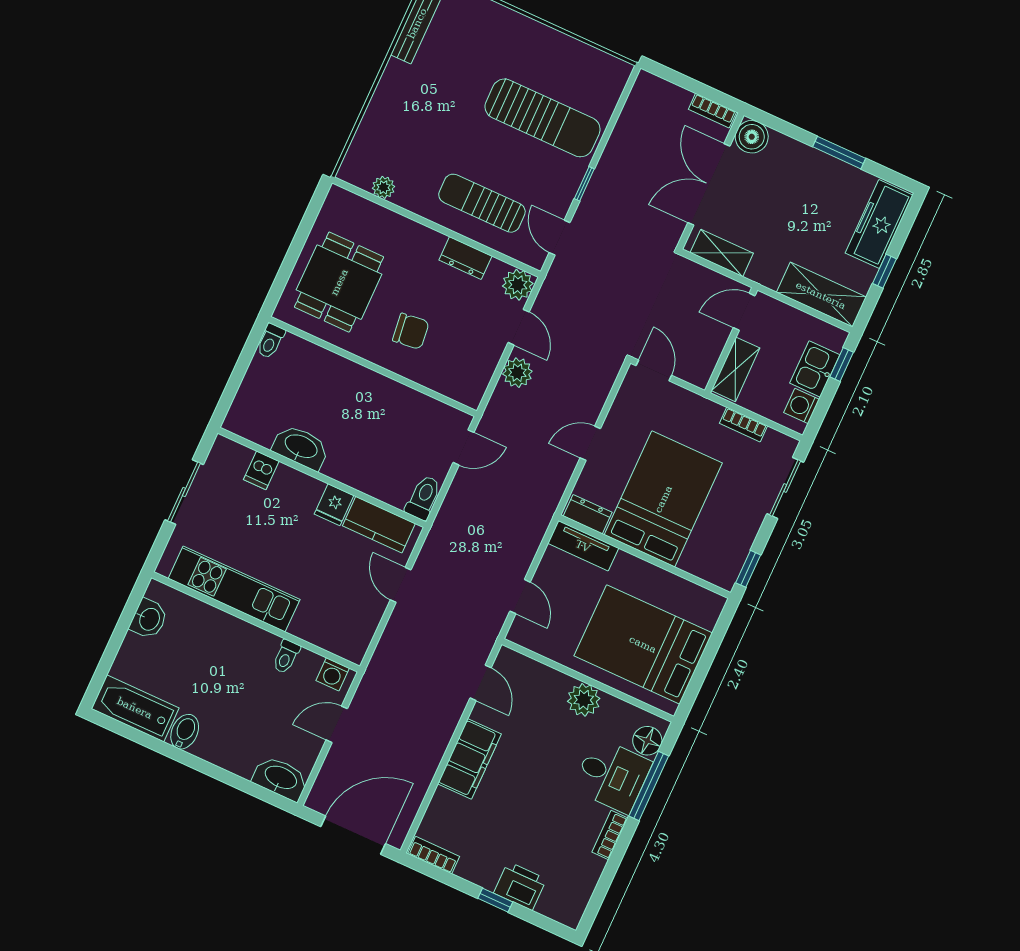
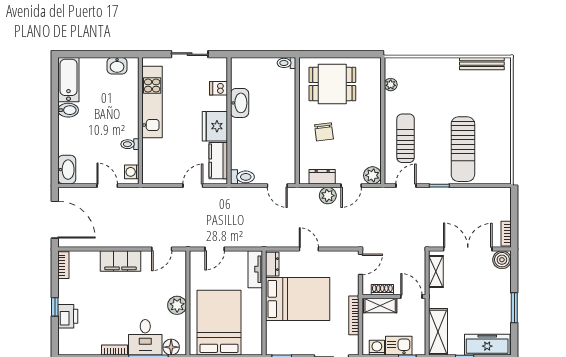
dresser: (465, 258) -> (322, 177), moved, turned 90
shoe rack: (711, 354) -> (382, 290), added
bookcase: (744, 425) -> (354, 315), width x1.56
fridge: (334, 505) -> (215, 126), width x1.88, depth x1.34

